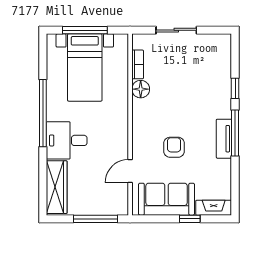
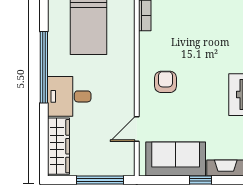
floor lamp: (141, 89) -> (148, 42), removed
armchair: (174, 147) -> (166, 82), moved

